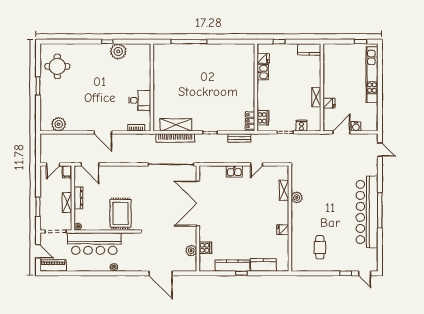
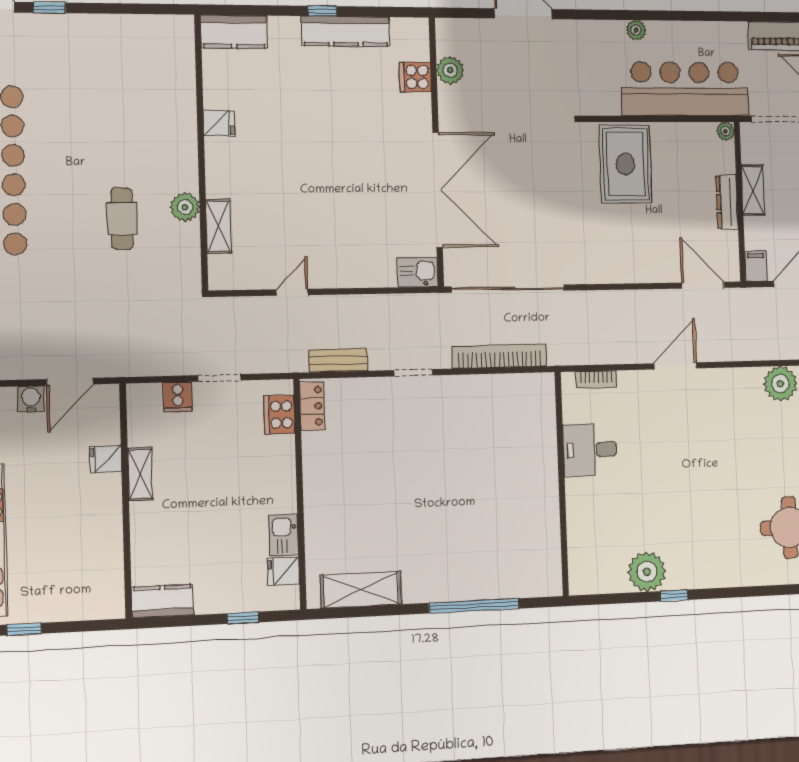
shelving: (176, 125) -> (361, 590), moved
door: (103, 132) -> (675, 366), hinge flipped
kitchen sink: (234, 171) -> (418, 272), moved
cafe table: (320, 247) -> (122, 219), moved
kitchen counter: (263, 265) -> (234, 32), moved

